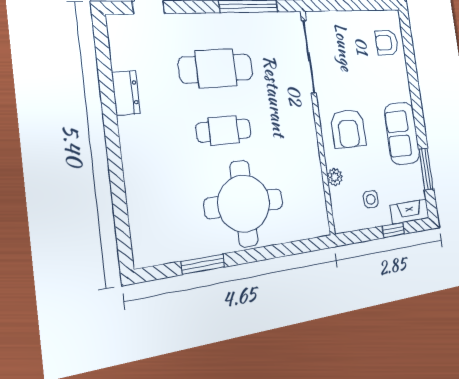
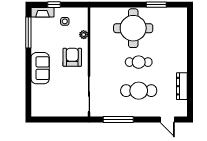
armchair: (387, 43) -> (42, 99), removed
dresser: (126, 93) -> (182, 86), width x1.44
sofa: (402, 133) -> (40, 68), moved
window: (426, 169) -> (28, 32), width x1.44

